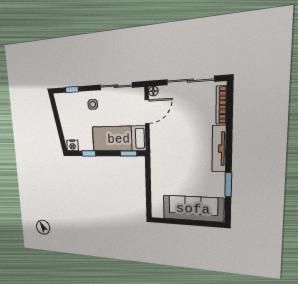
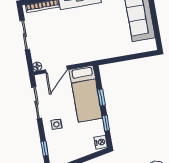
sliding door: (190, 81) -> (25, 35), width x0.73
door: (147, 112) -> (56, 69), swing flipped
window: (128, 154) -> (101, 97), moved

